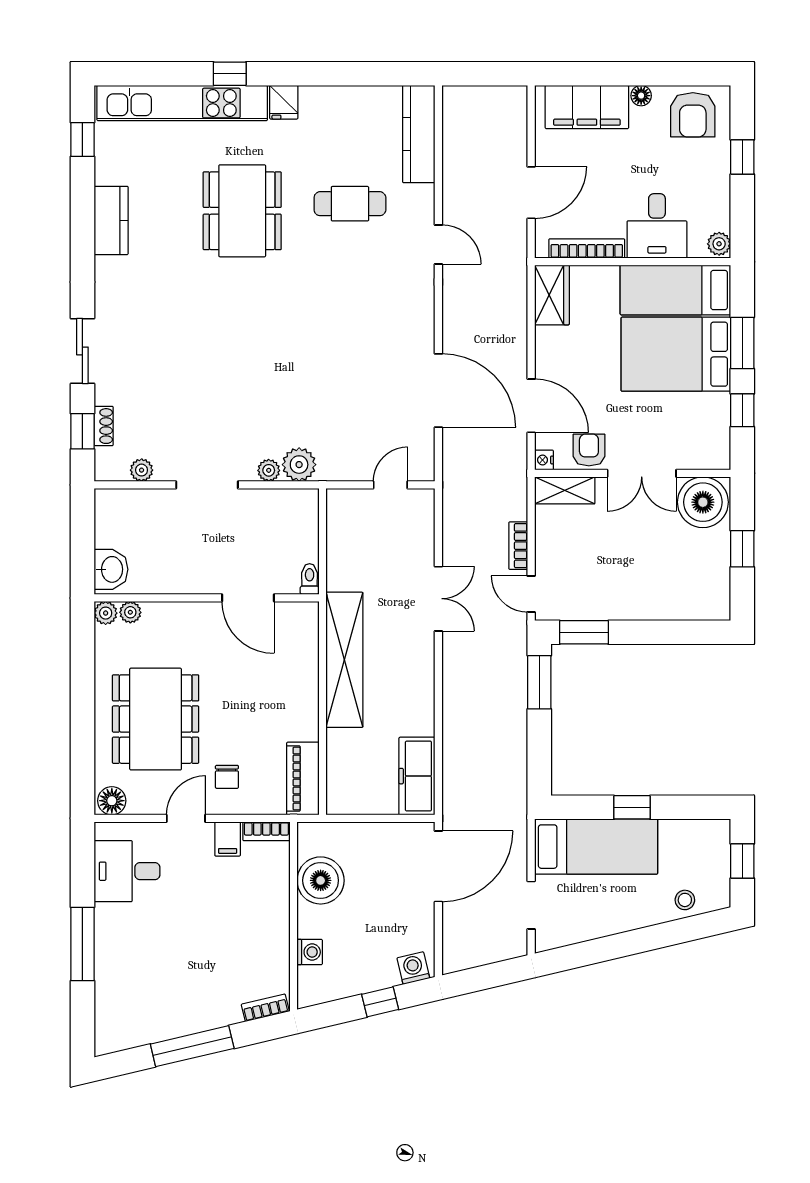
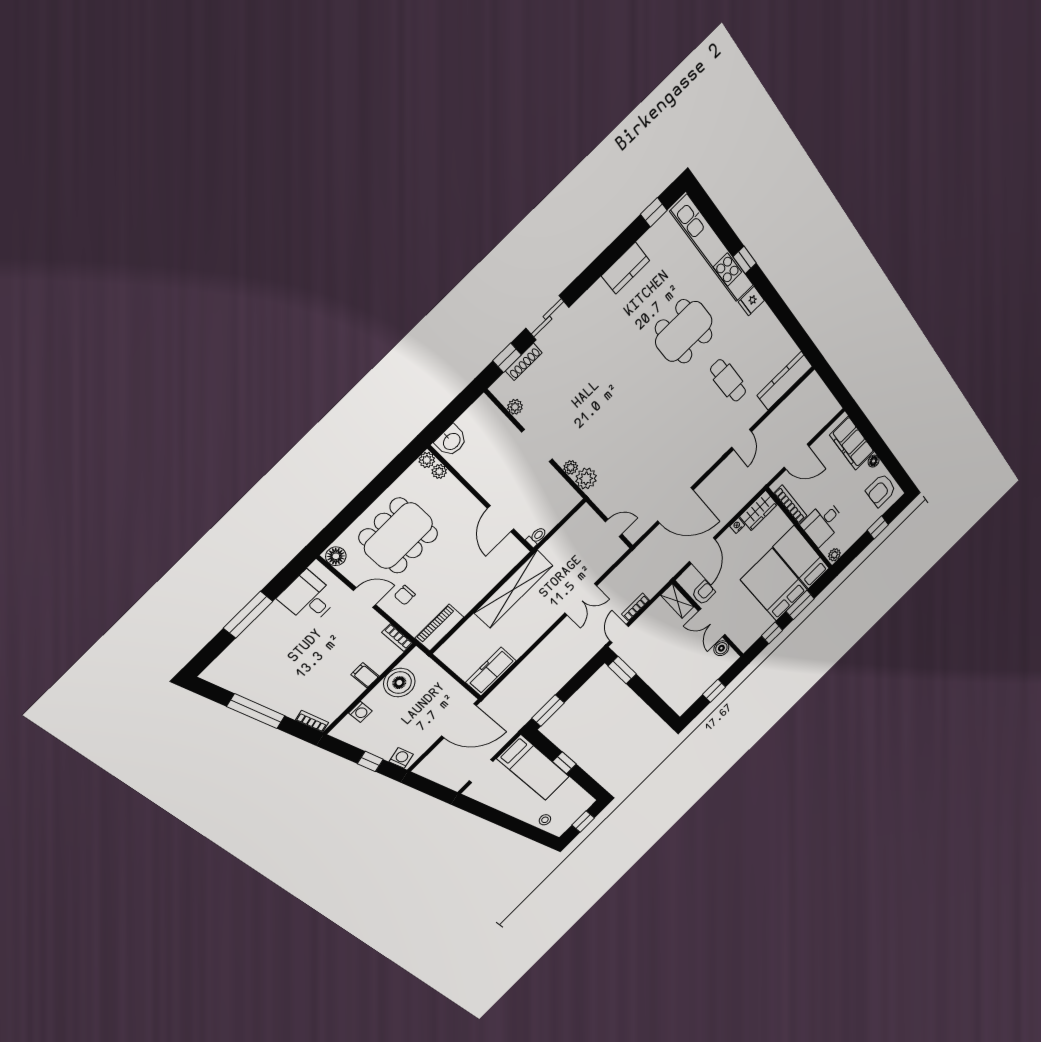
door: (438, 391) -> (675, 505), hinge flipped
shoe rack: (104, 426) -> (524, 362), width x1.43
nightstand: (544, 460) -> (737, 526), moved
boiler: (703, 502) -> (721, 648), width x0.54, depth x0.54
window: (539, 682) -> (548, 711), moved
filing cabinet: (228, 839) -> (365, 675), moved, turned 90

